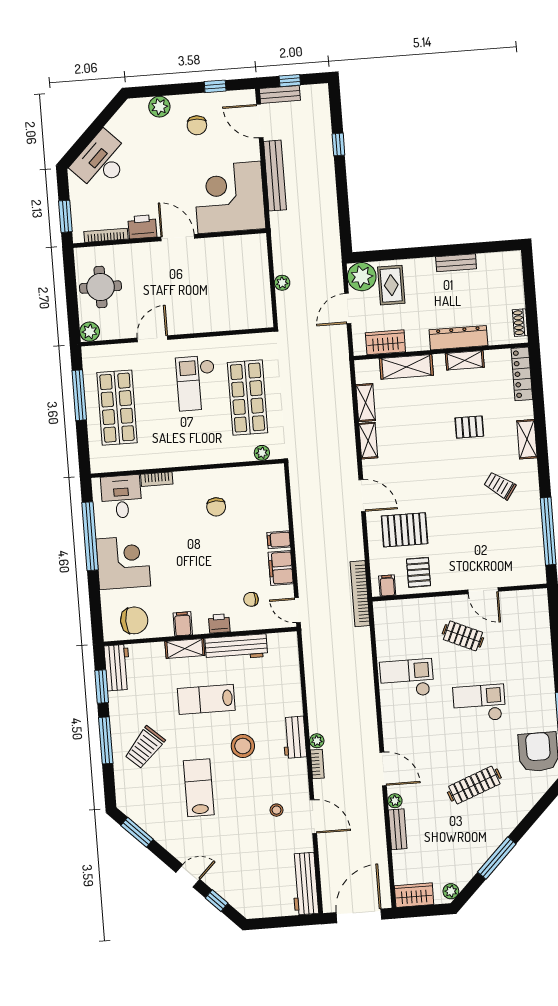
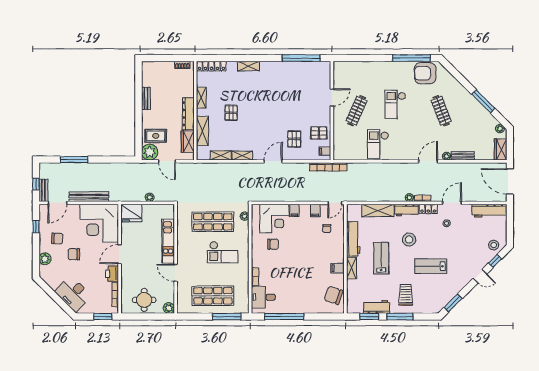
window: (338, 144) -> (74, 160), width x2.17
chair: (171, 157) -> (74, 254), added
fridge: (252, 253) -> (131, 213), added
kitchen unit: (208, 321) -> (168, 241), added
dresser: (458, 338) -> (188, 114), moved
checkout: (196, 383) -> (223, 252), moved
window: (79, 395) -> (227, 317), moved
pallet: (469, 427) -> (231, 113), moved
trolley: (500, 486) -> (273, 83), removed
pallet: (405, 530) -> (294, 139), width x0.67, depth x0.71
corner desk: (123, 562) -> (274, 219), moved, turned 180
filing cabinet: (281, 568) -> (315, 210), width x0.50
chair: (134, 620) -> (334, 295), turned -71
printer: (219, 623) -> (339, 248), removed
clothes rail: (463, 636) -> (357, 111), width x1.36
workbench: (117, 668) -> (377, 307), moved
shelving: (290, 687) -> (378, 211), added
lab bench: (206, 699) -> (381, 258), turned 180
trolley: (145, 747) -> (406, 295), turned -132
locker: (299, 776) -> (428, 209), added
door: (188, 876) -> (480, 276), swing flipped
stool: (245, 896) -> (494, 245), added

